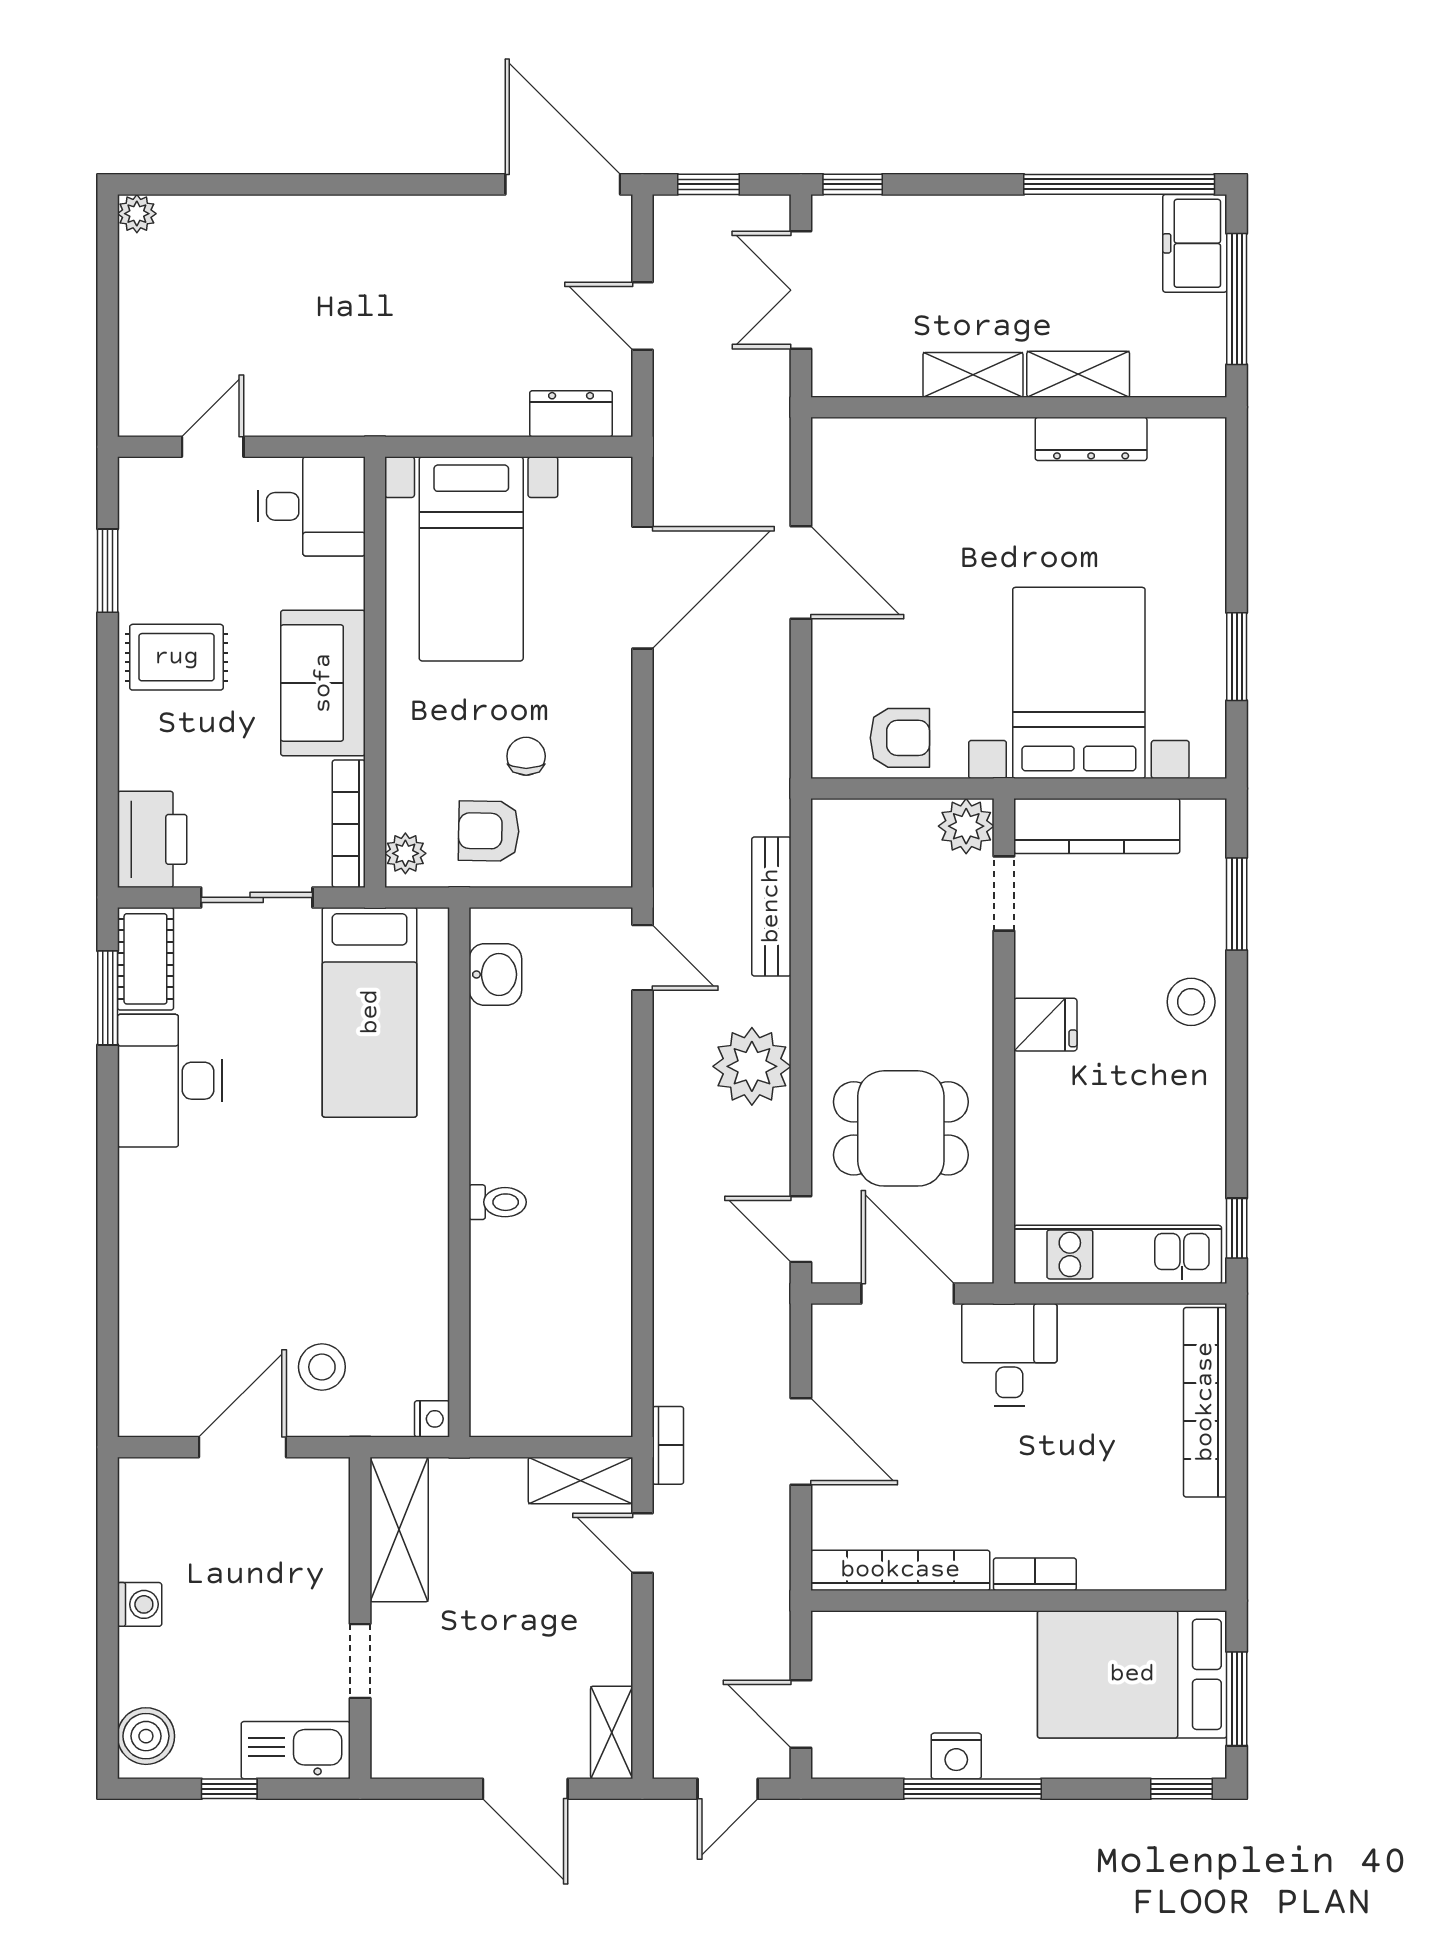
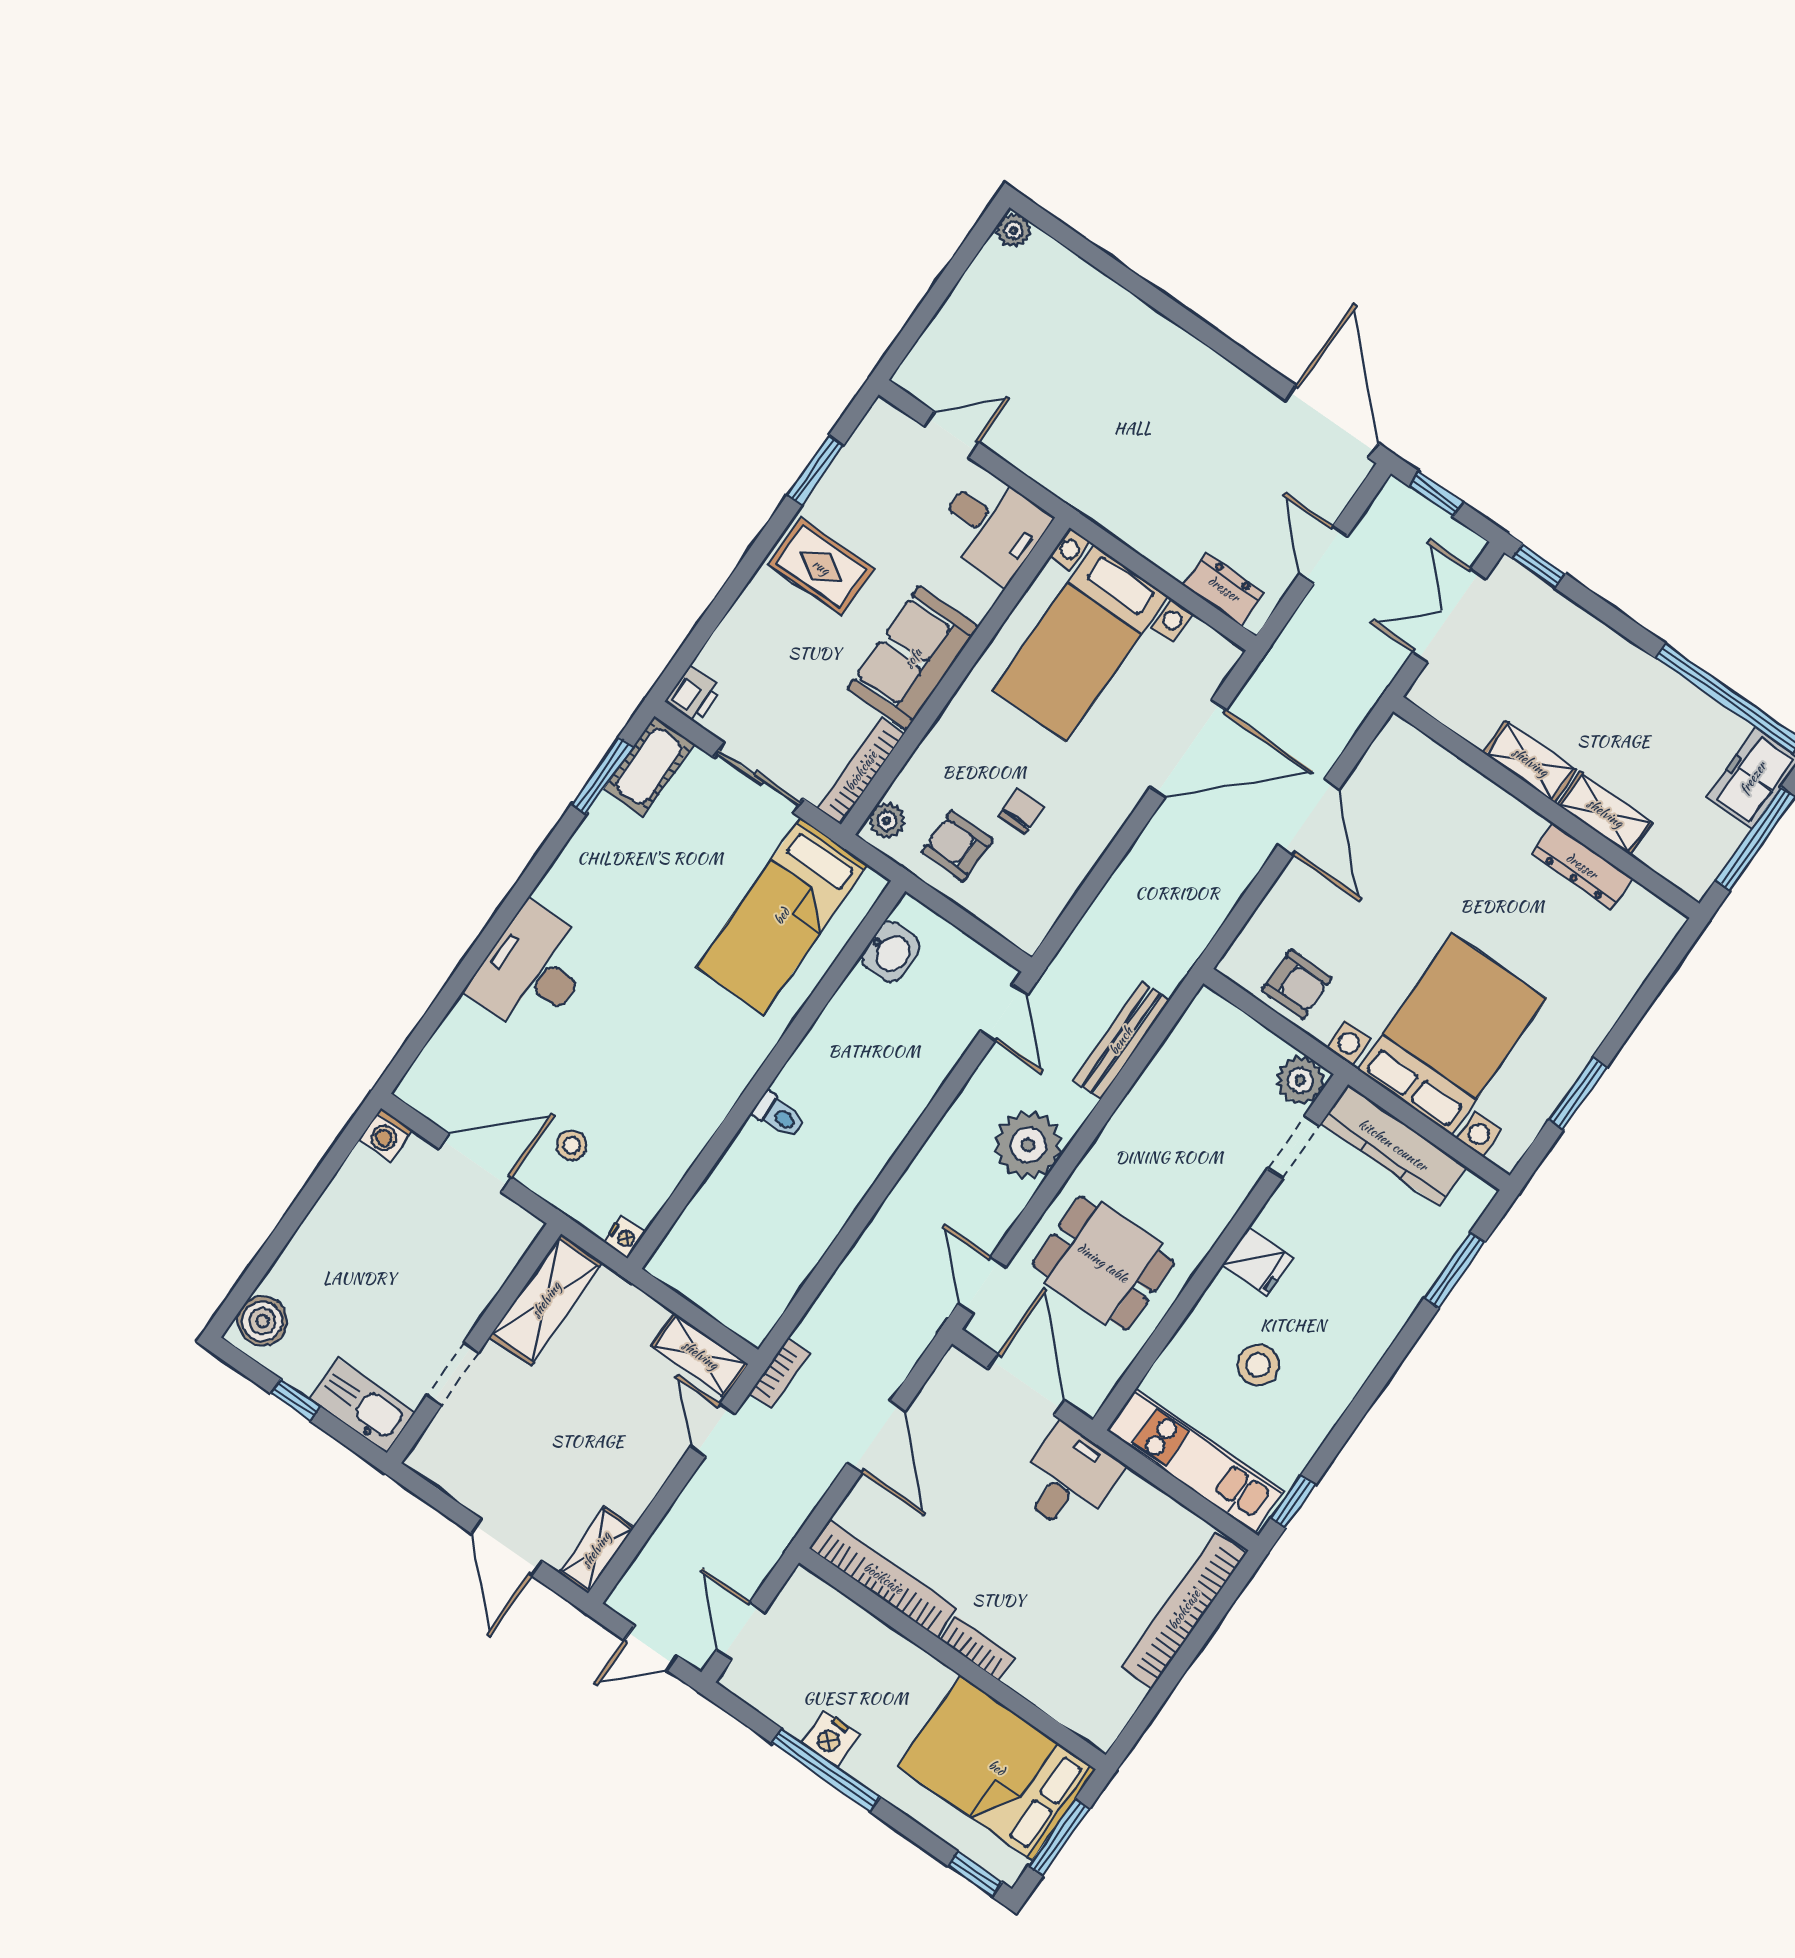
printer: (152, 839) -> (694, 695), width x0.53, depth x0.68
stool: (1191, 1002) -> (1258, 1365), moved
desk: (170, 1081) -> (532, 970), moved
stool: (322, 1367) -> (572, 1145), width x0.73, depth x0.73
washing machine: (140, 1604) -> (386, 1135), moved, turned 90

